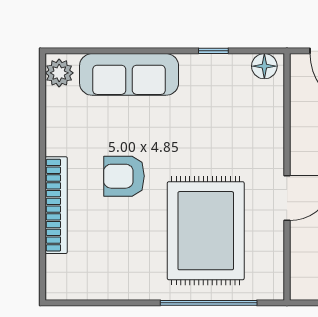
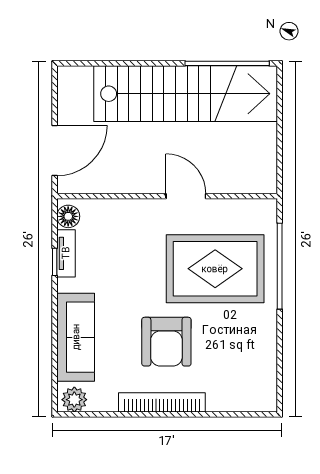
tv unit: (223, 64) -> (66, 253), added
armchair: (124, 176) -> (166, 342), width x1.36, depth x1.36
bookcase: (56, 205) -> (162, 402), moved

